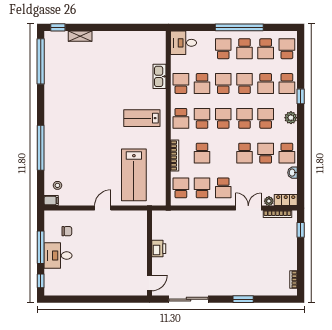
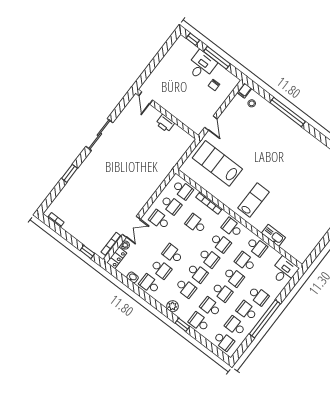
printer: (159, 249) -> (165, 123), moved
wall: (149, 253) -> (167, 114), moved
door: (149, 283) -> (146, 98), moved

